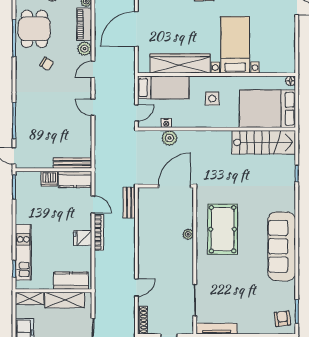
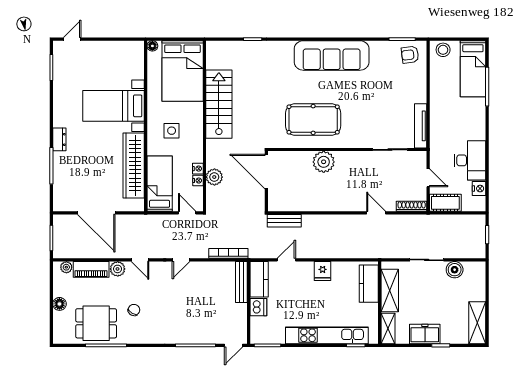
nightstand: (177, 123) -> (198, 169), added
stairs: (264, 142) -> (219, 104), moved
bookcase: (99, 232) -> (228, 253), moved
plant: (188, 234) -> (324, 162), width x1.87, depth x1.87
kitchen unit: (23, 252) -> (327, 335), width x1.36

